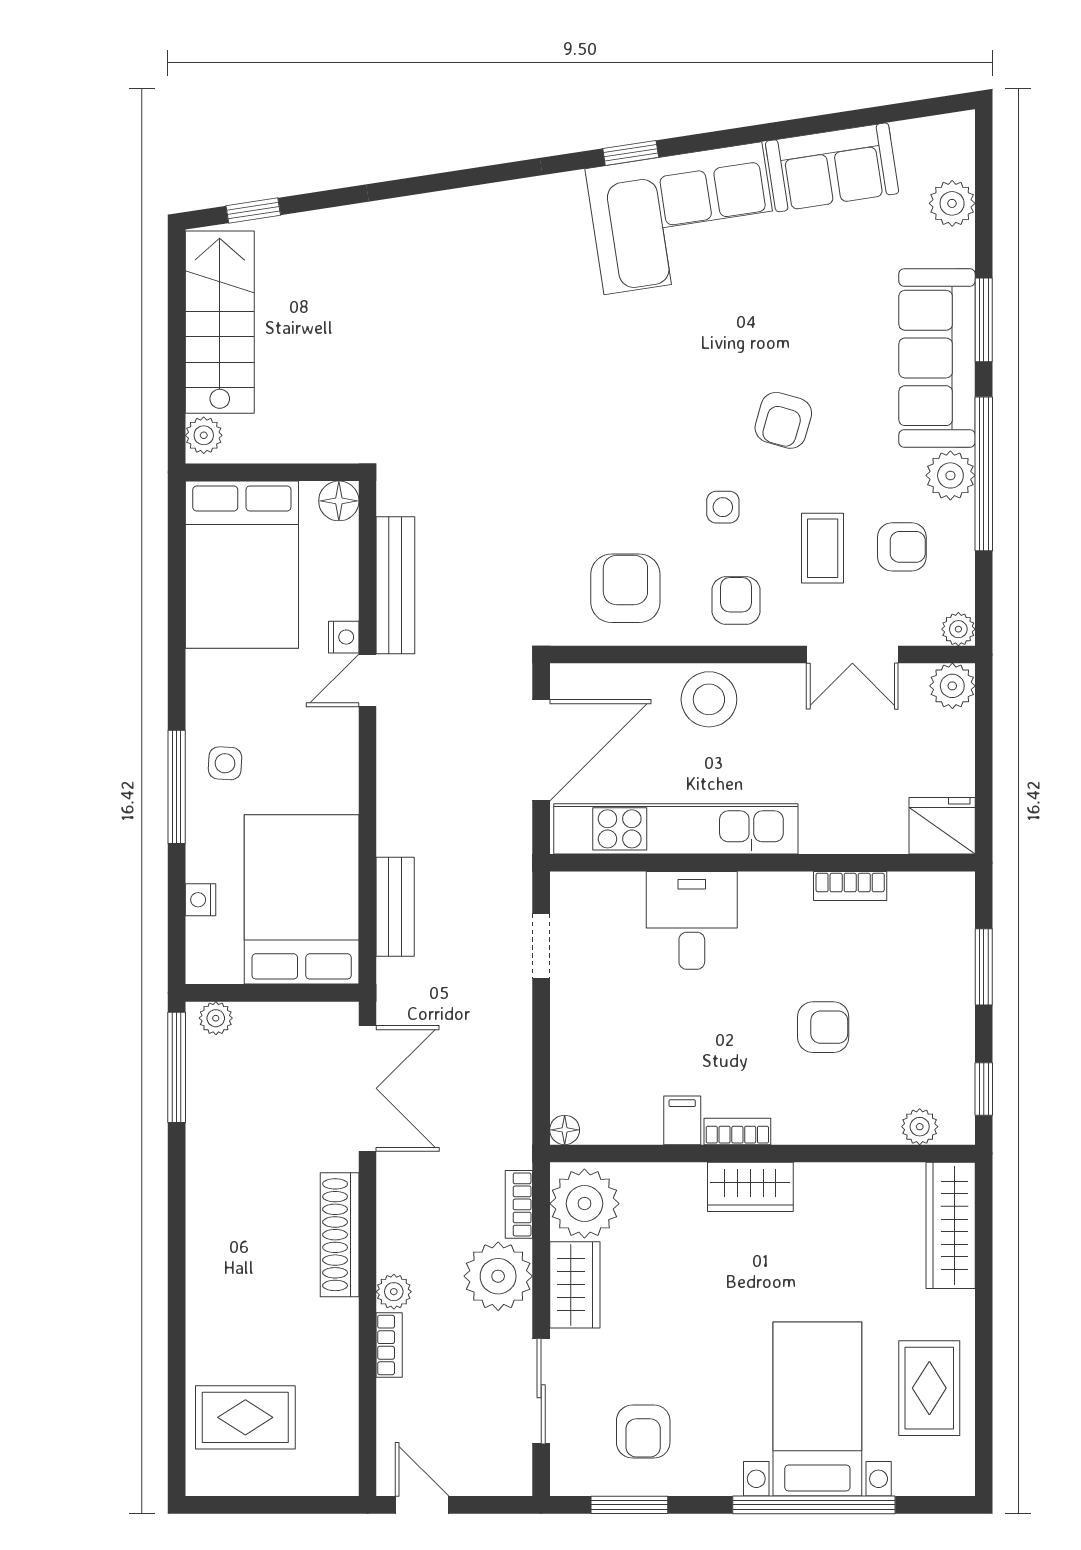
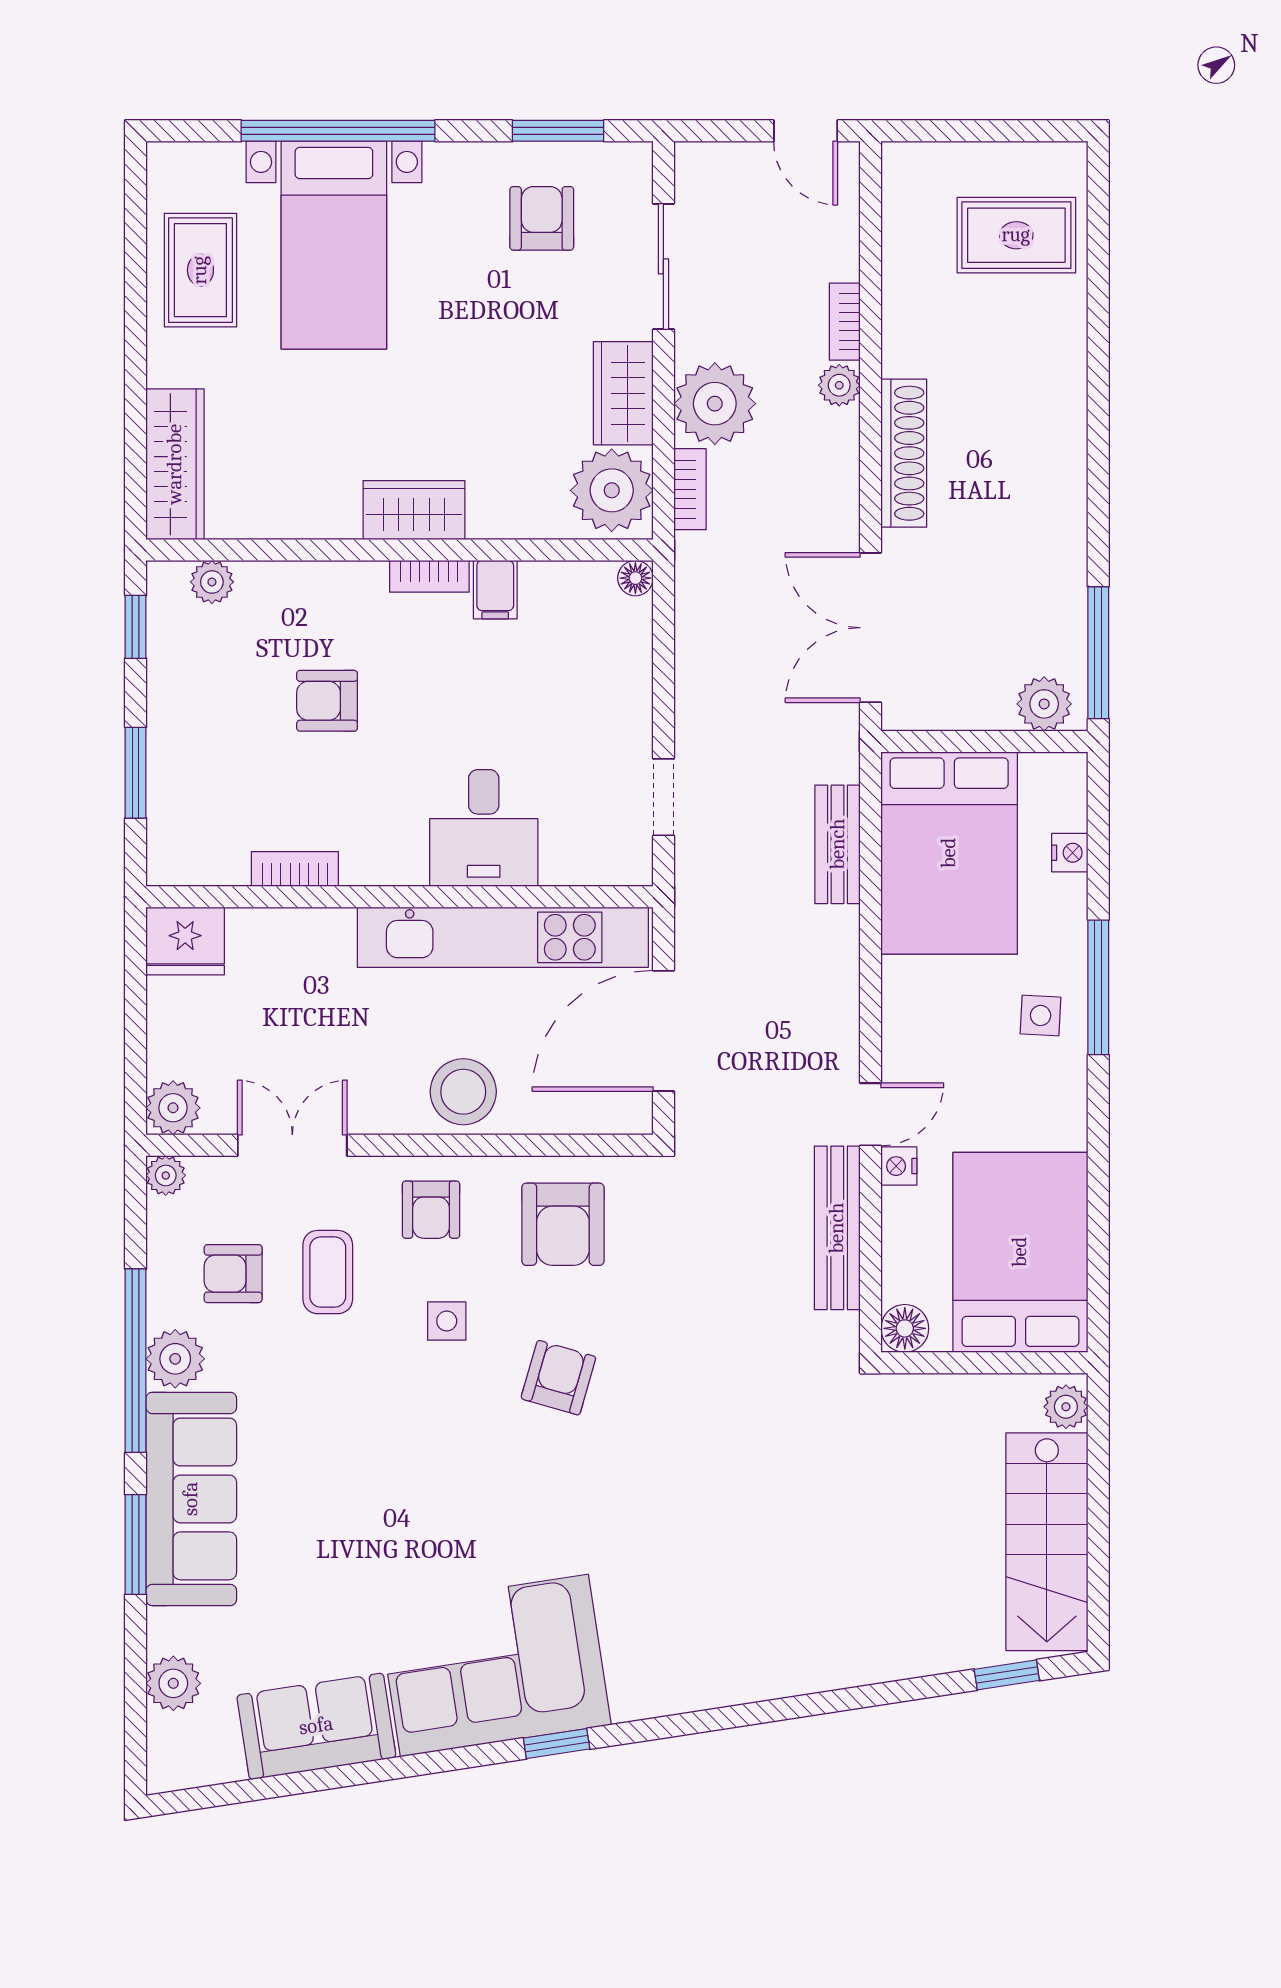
armchair: (783, 420) -> (558, 1378), moved
plant: (216, 1018) -> (1044, 704), width x1.38, depth x1.38

